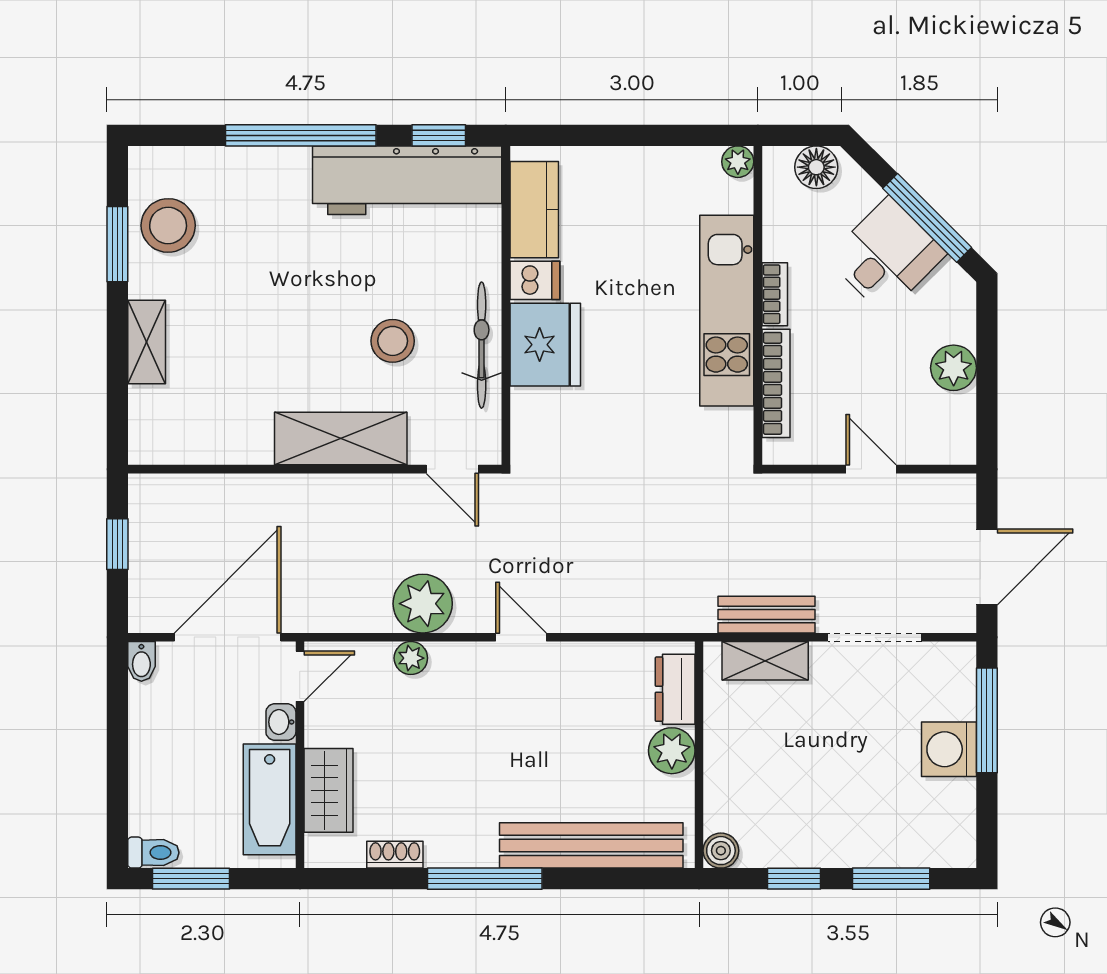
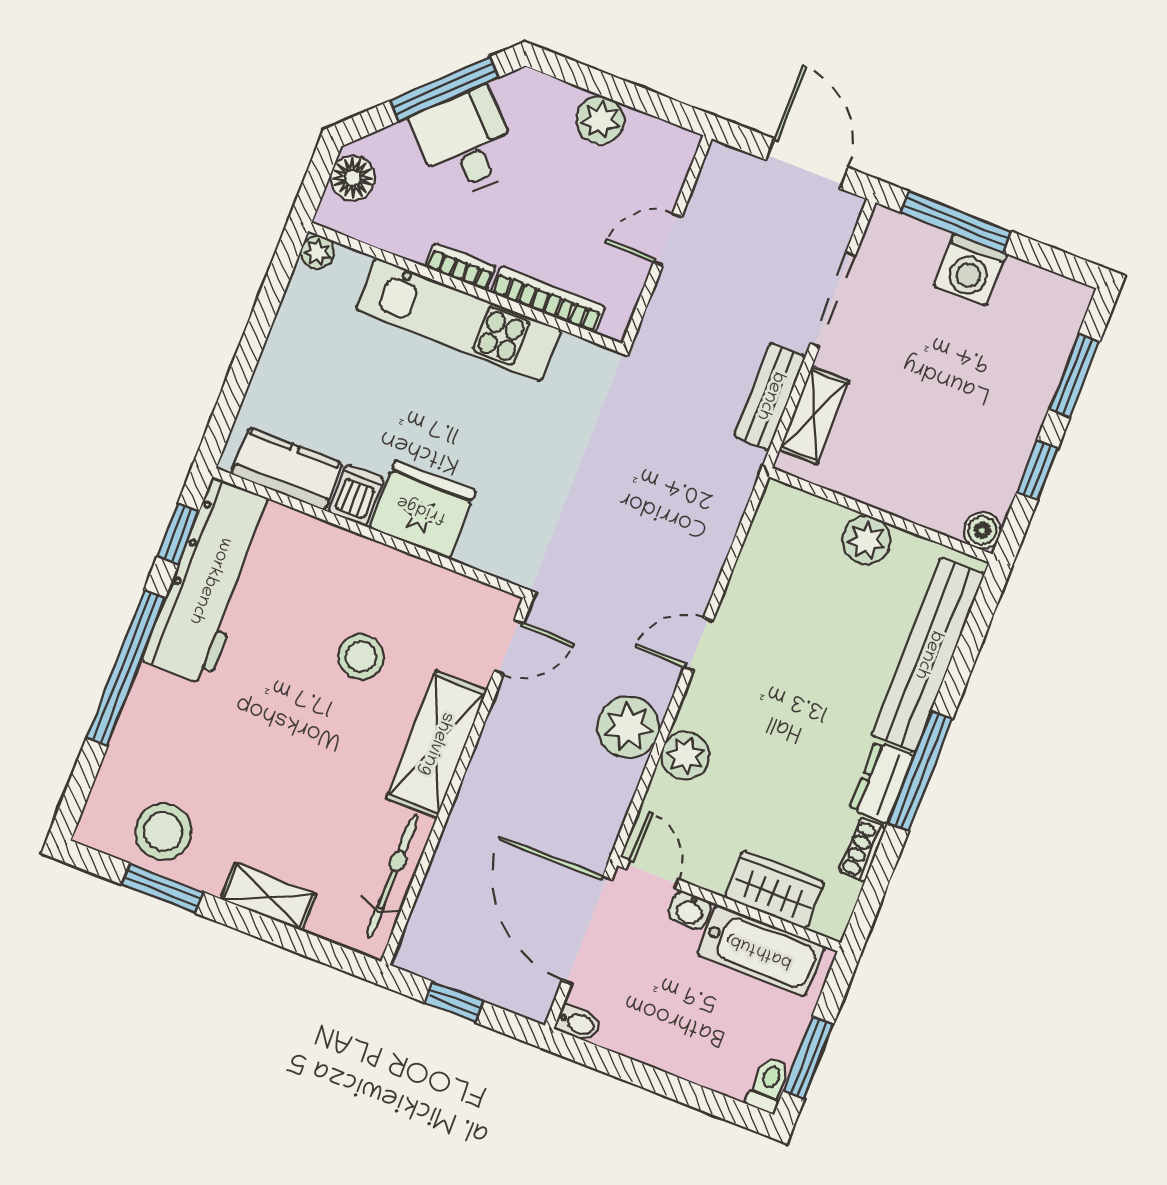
bicycle: (482, 345) -> (392, 876), moved, turned 90
plant: (411, 658) -> (685, 756), width x1.38, depth x1.38
dresser: (675, 689) -> (882, 783), moved, turned 90

